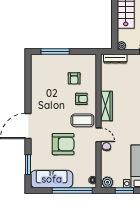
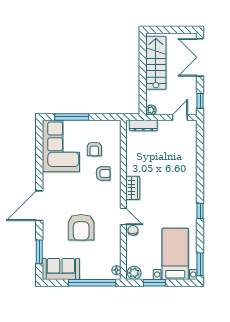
corner sofa: (46, 76) -> (61, 146), added
wardrobe: (106, 106) -> (133, 188), width x0.67
coffee table: (82, 120) -> (104, 199), removed
armchair: (63, 144) -> (81, 227), turned 90
sofa: (52, 179) -> (61, 269), width x0.73

